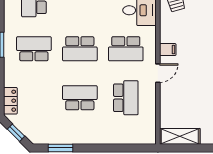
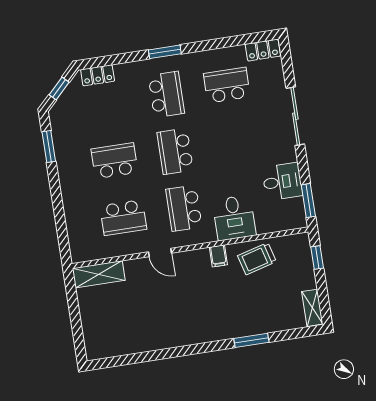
filing cabinet: (168, 50) -> (218, 256), moved
school desk: (80, 98) -> (115, 161), turned -90
shelving: (180, 136) -> (99, 274), moved, turned 90

